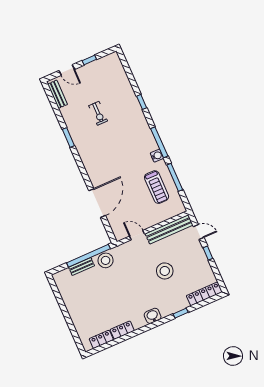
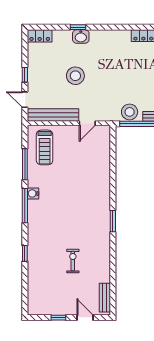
window: (68, 138) -> (113, 221), moved
treadmill: (157, 187) -> (45, 147), moved, turned 180
door: (97, 203) -> (113, 172), removed
door: (137, 235) -> (87, 123), hinge flipped
locker: (204, 294) -> (40, 36), width x0.66
washbasin: (153, 316) -> (81, 37), moved

